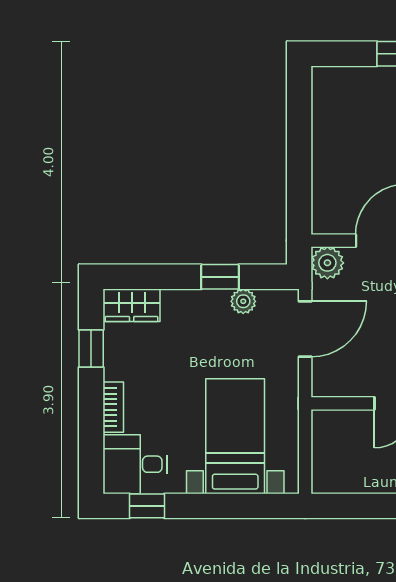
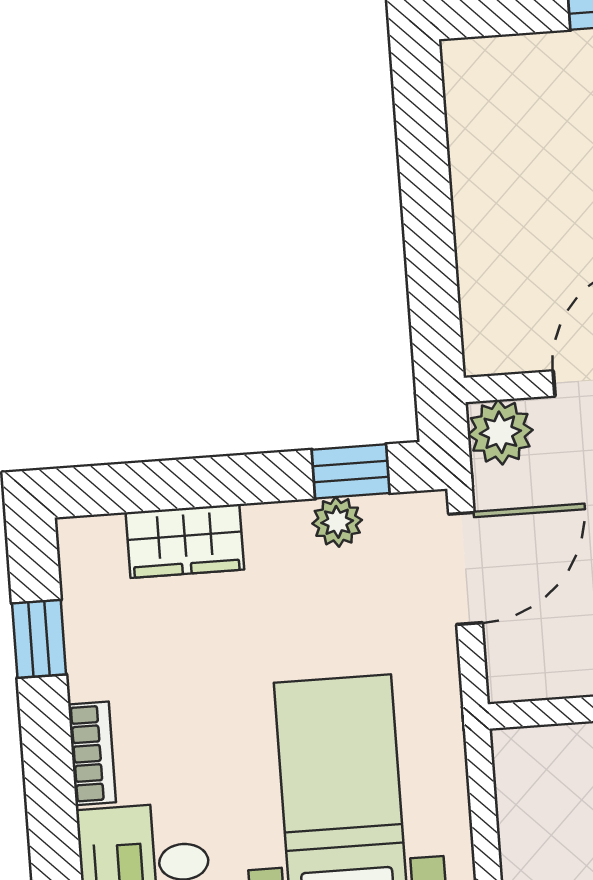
window: (220, 277) -> (351, 471), moved
wardrobe: (132, 305) -> (185, 541), moved

